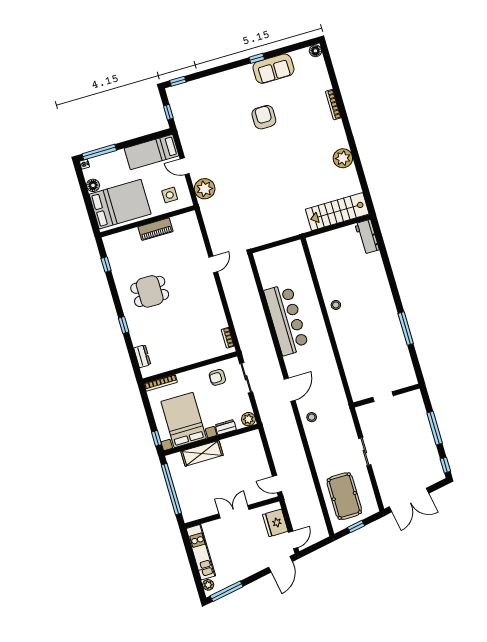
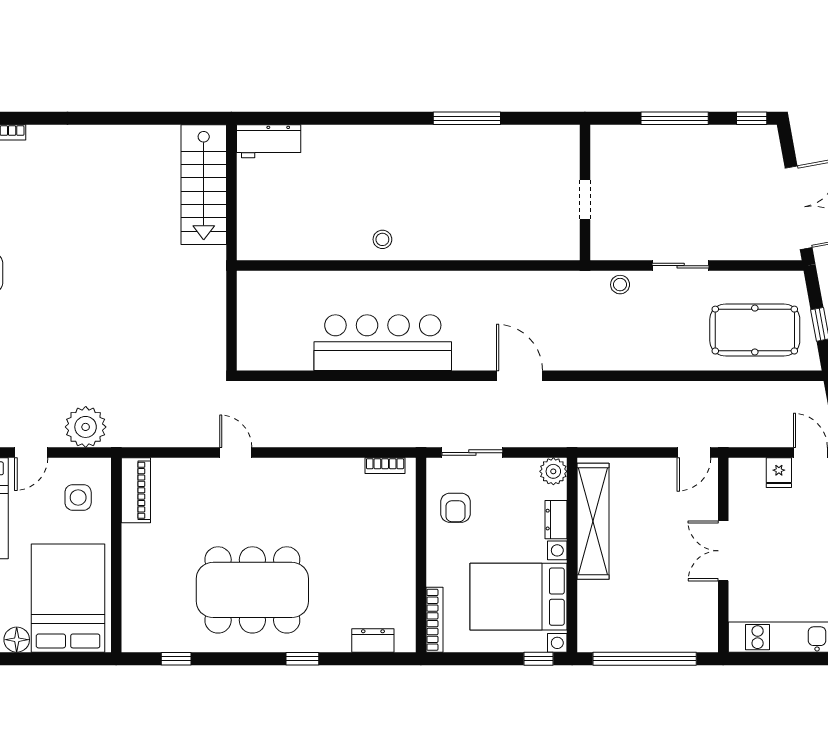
plant: (343, 158) -> (104, 144), removed
piano: (156, 229) -> (136, 490), moved
dining table: (150, 291) -> (252, 590), width x1.88, depth x1.24
stool: (312, 417) -> (620, 285), moved
shelving: (202, 453) -> (593, 521), moved, width x1.47
fridge: (275, 523) -> (779, 473), width x0.53, depth x0.75

